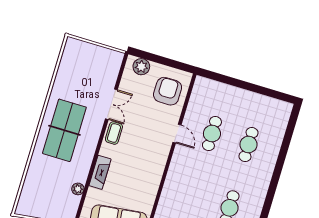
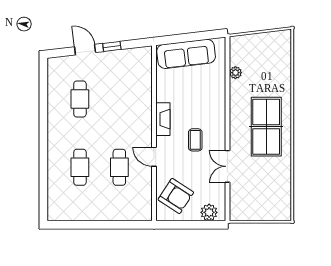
armchair: (168, 91) -> (176, 196), turned -57
coffee table: (114, 133) -> (195, 140), moved
fireplace: (100, 172) -> (163, 119), moved, turned 180

